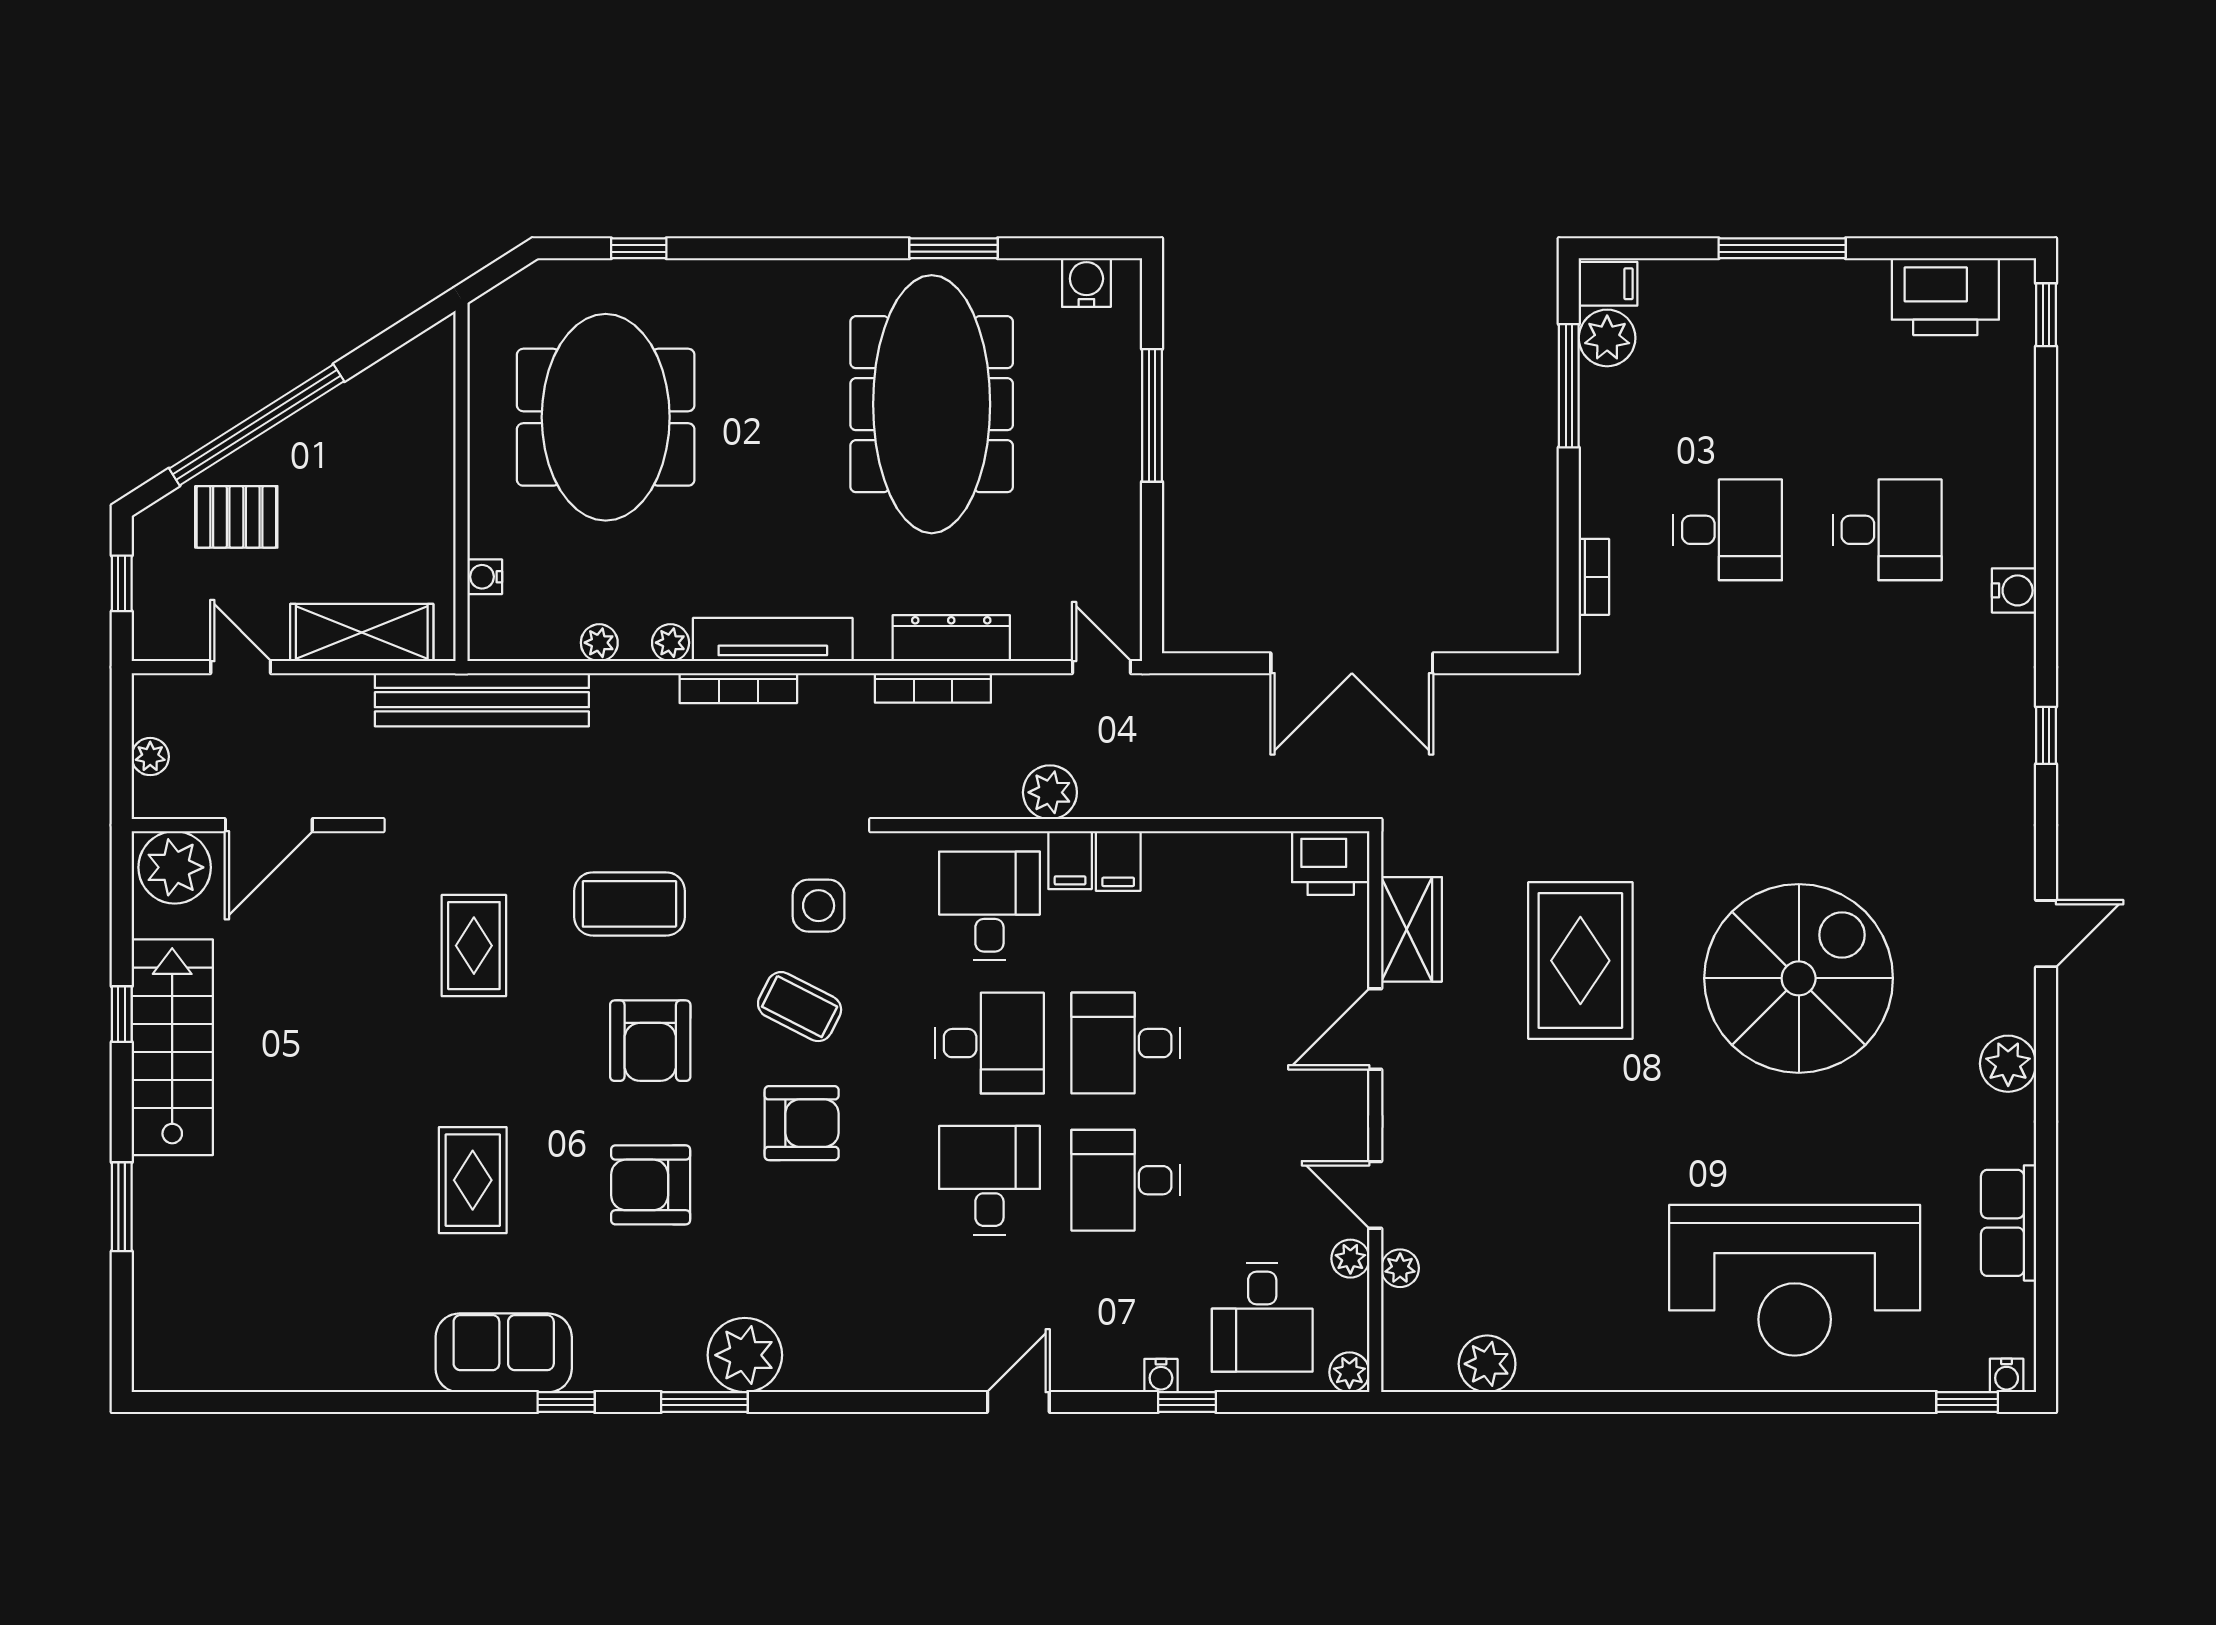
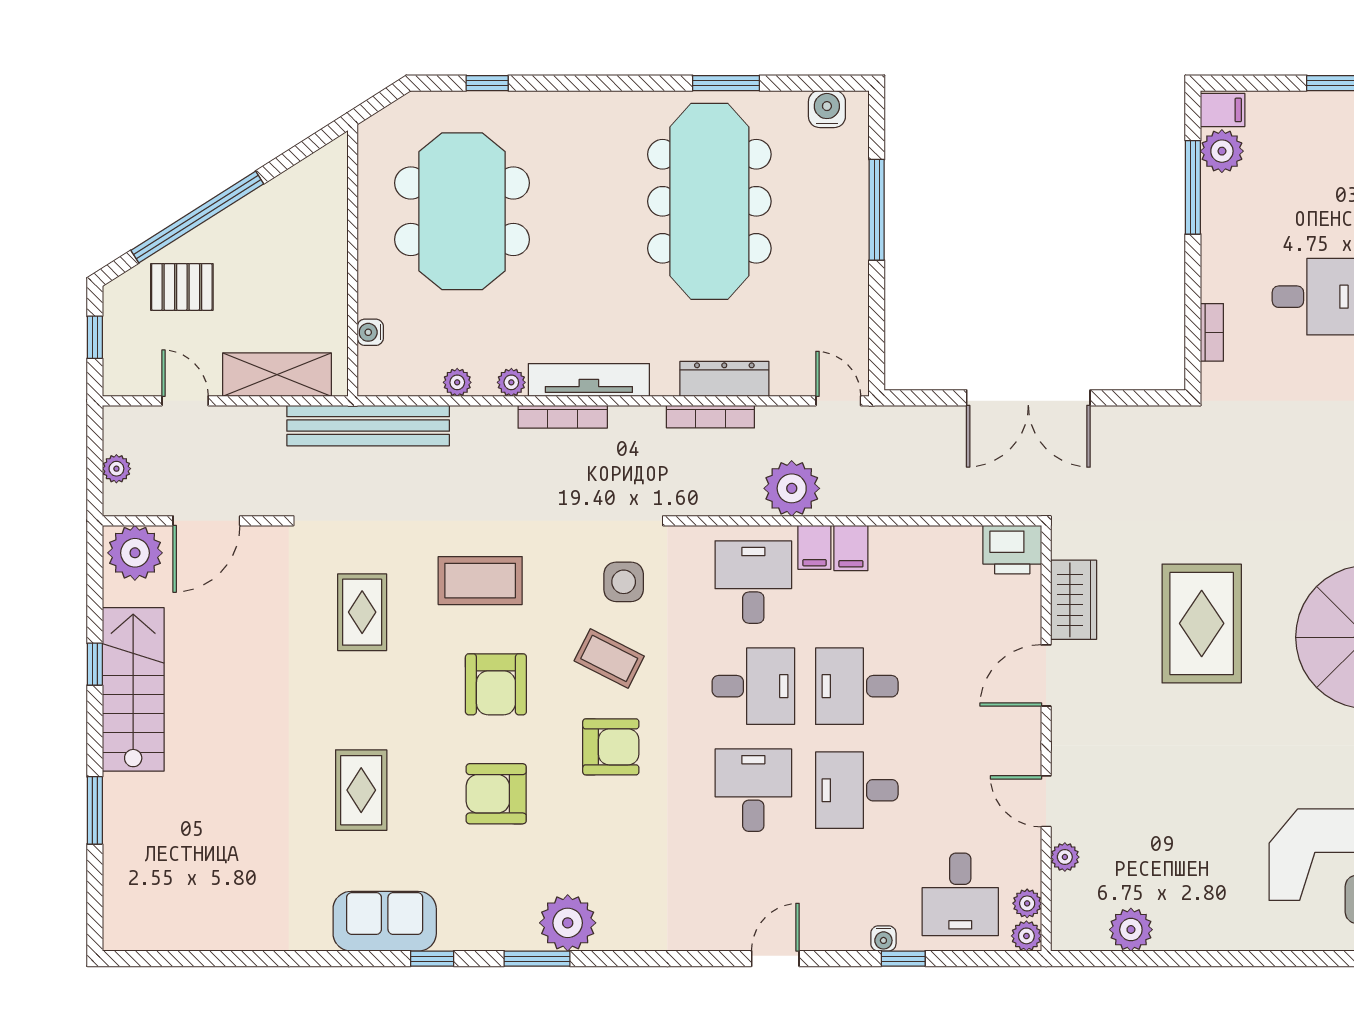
plant: (1050, 792) -> (792, 488), width x1.36, depth x1.36
plant: (1350, 1259) -> (1027, 903), moved

